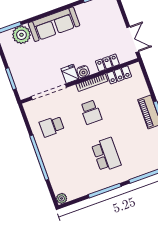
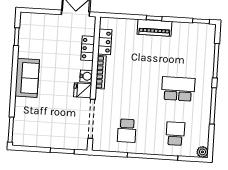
sofa: (54, 24) -> (27, 78), width x0.73
plant: (21, 35) -> (23, 121), removed
school desk: (91, 112) -> (175, 134), moved, turned -90

